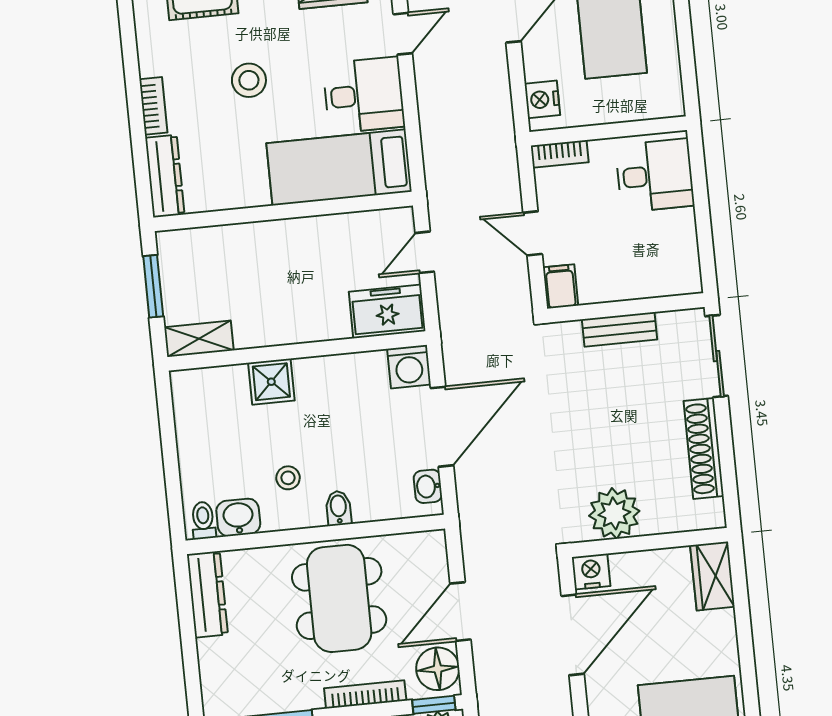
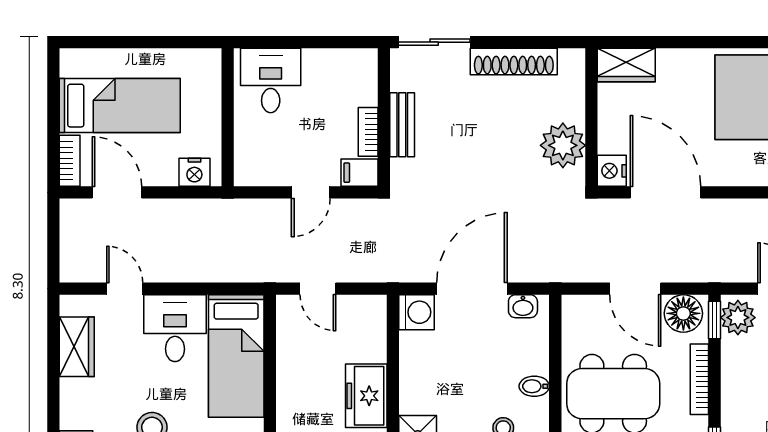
bookcase: (560, 154) -> (368, 132), moved, turned 180
freezer: (387, 311) -> (366, 396), moved
door: (442, 427) -> (472, 289), hinge flipped

